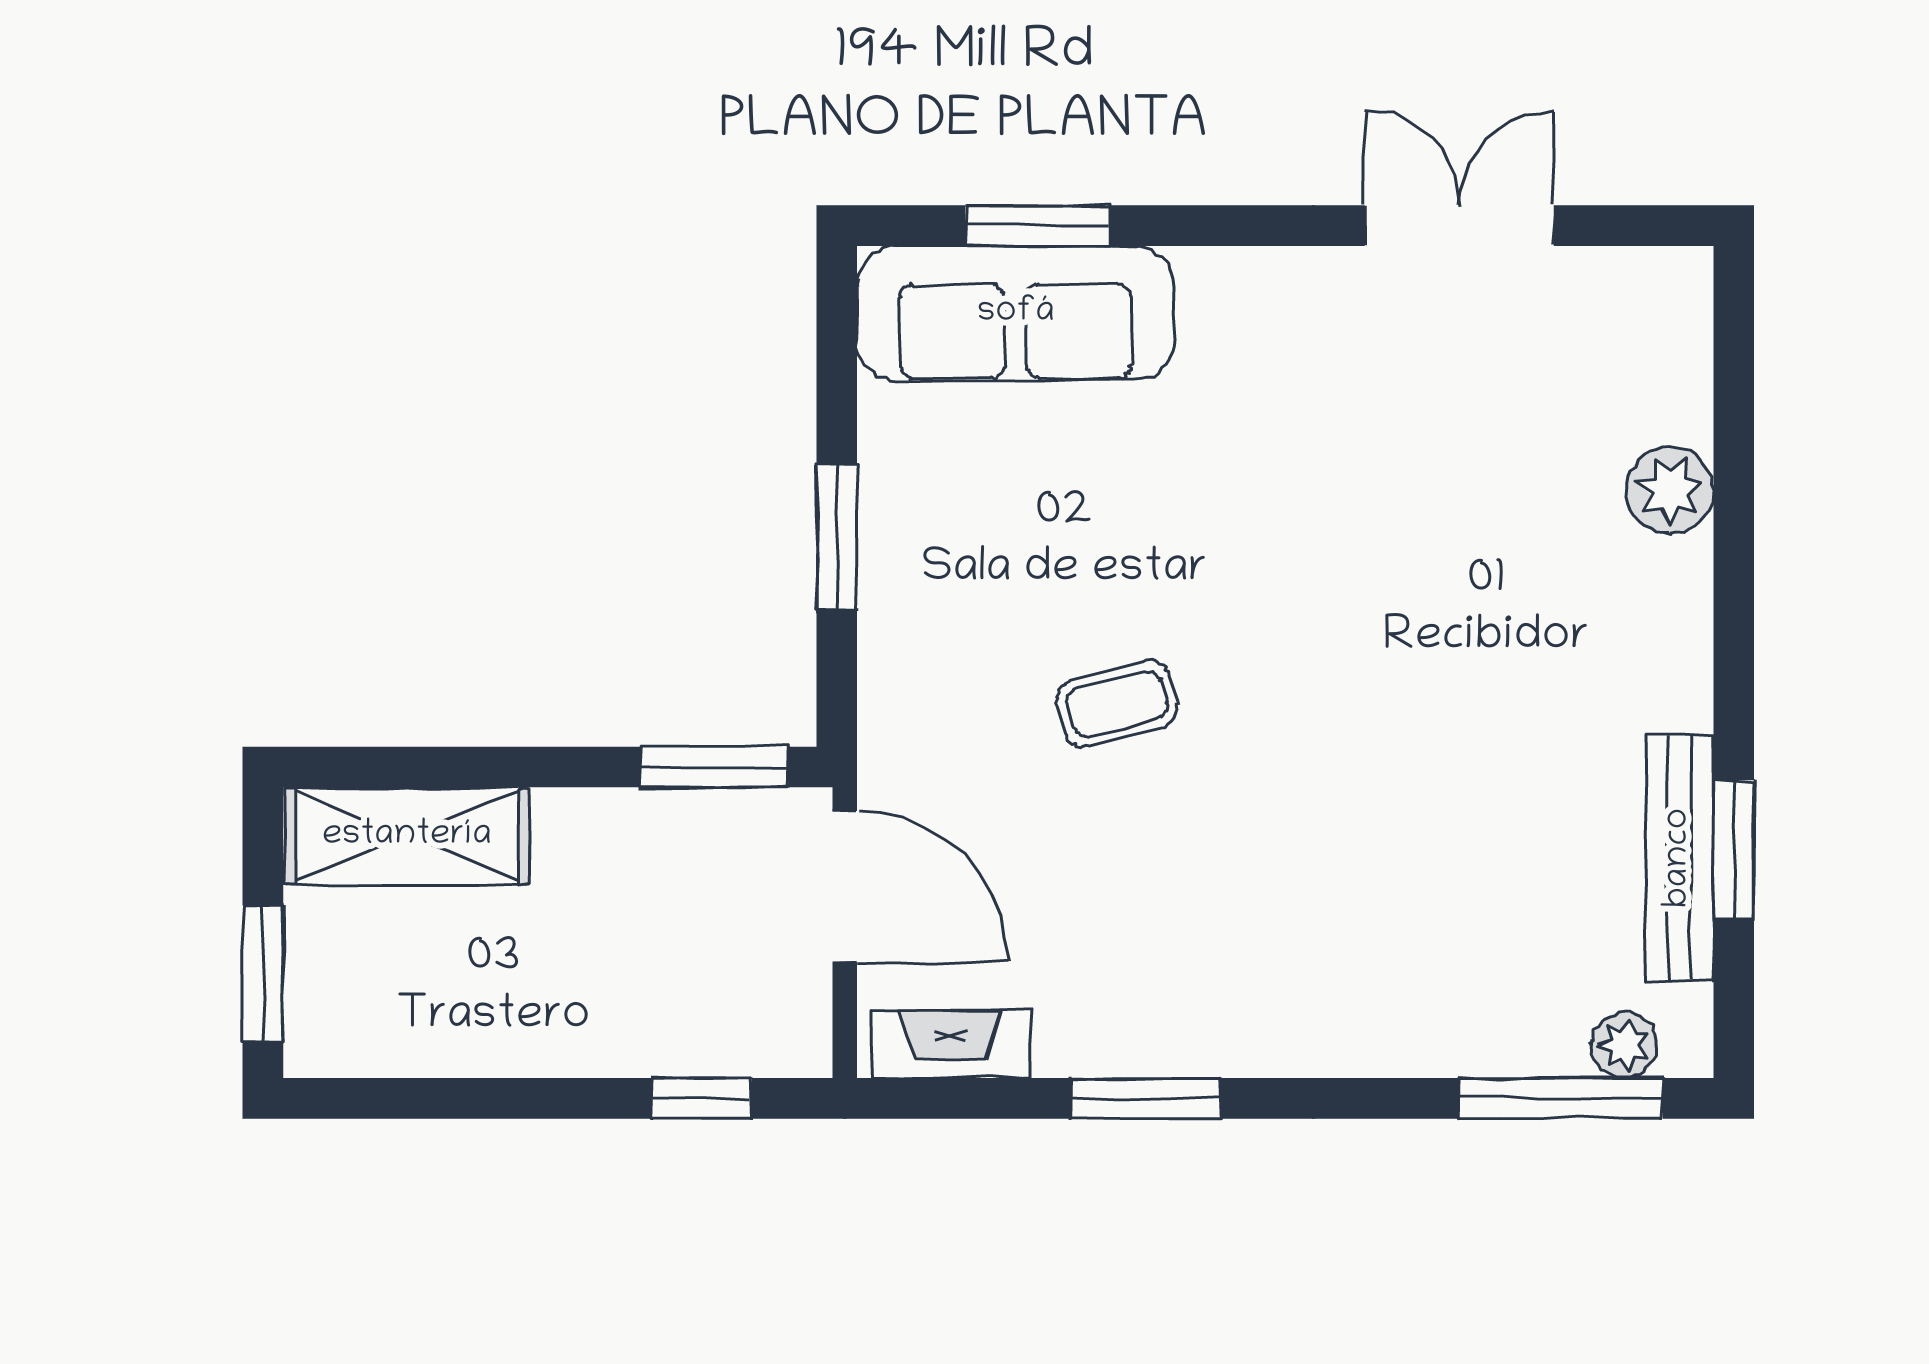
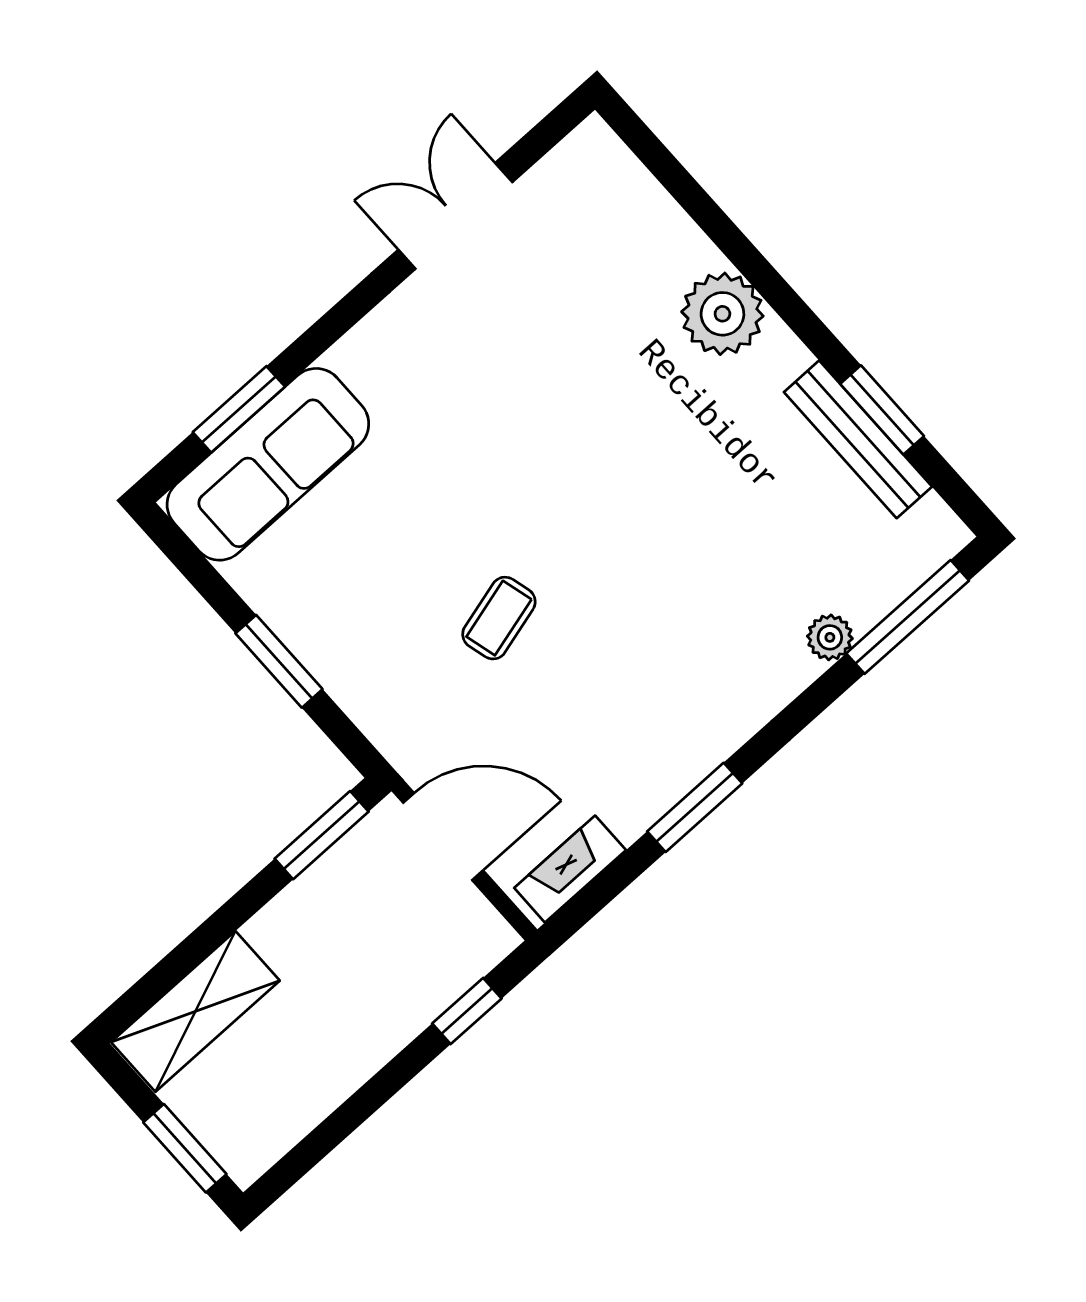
plant: (1670, 490) -> (722, 314), moved, width x1.36, depth x1.36
plant: (1624, 1045) -> (830, 637), moved

